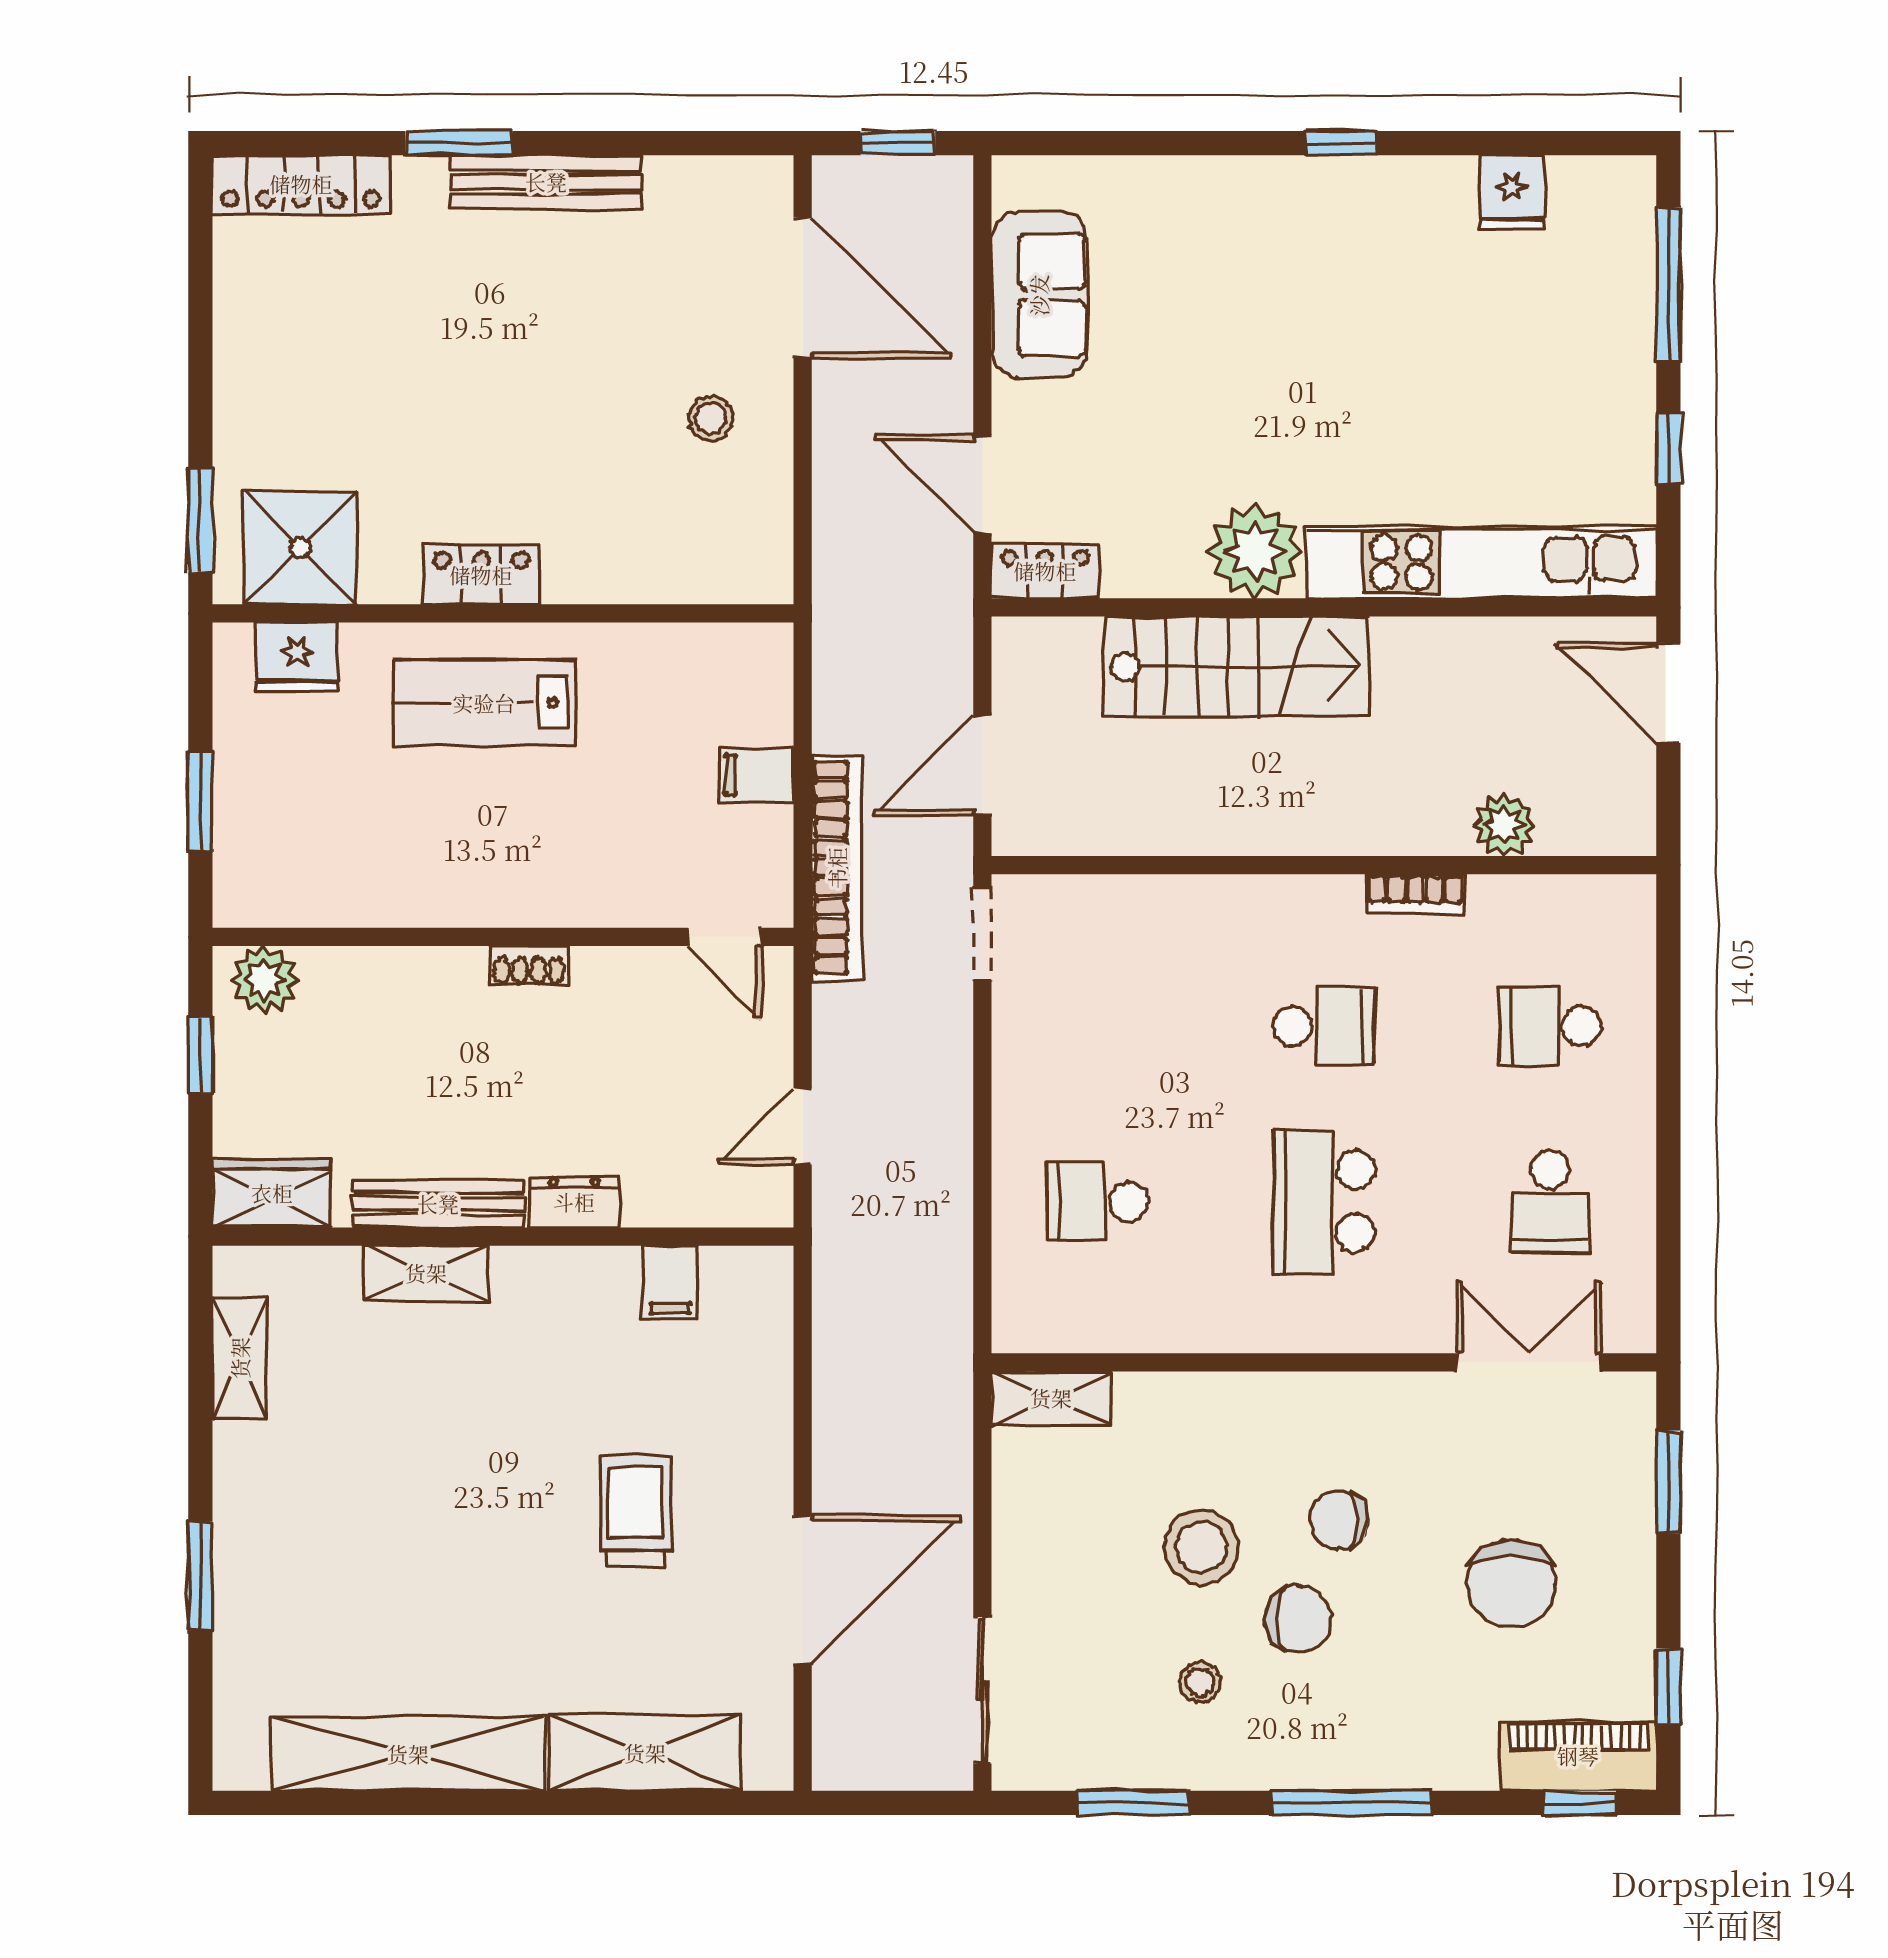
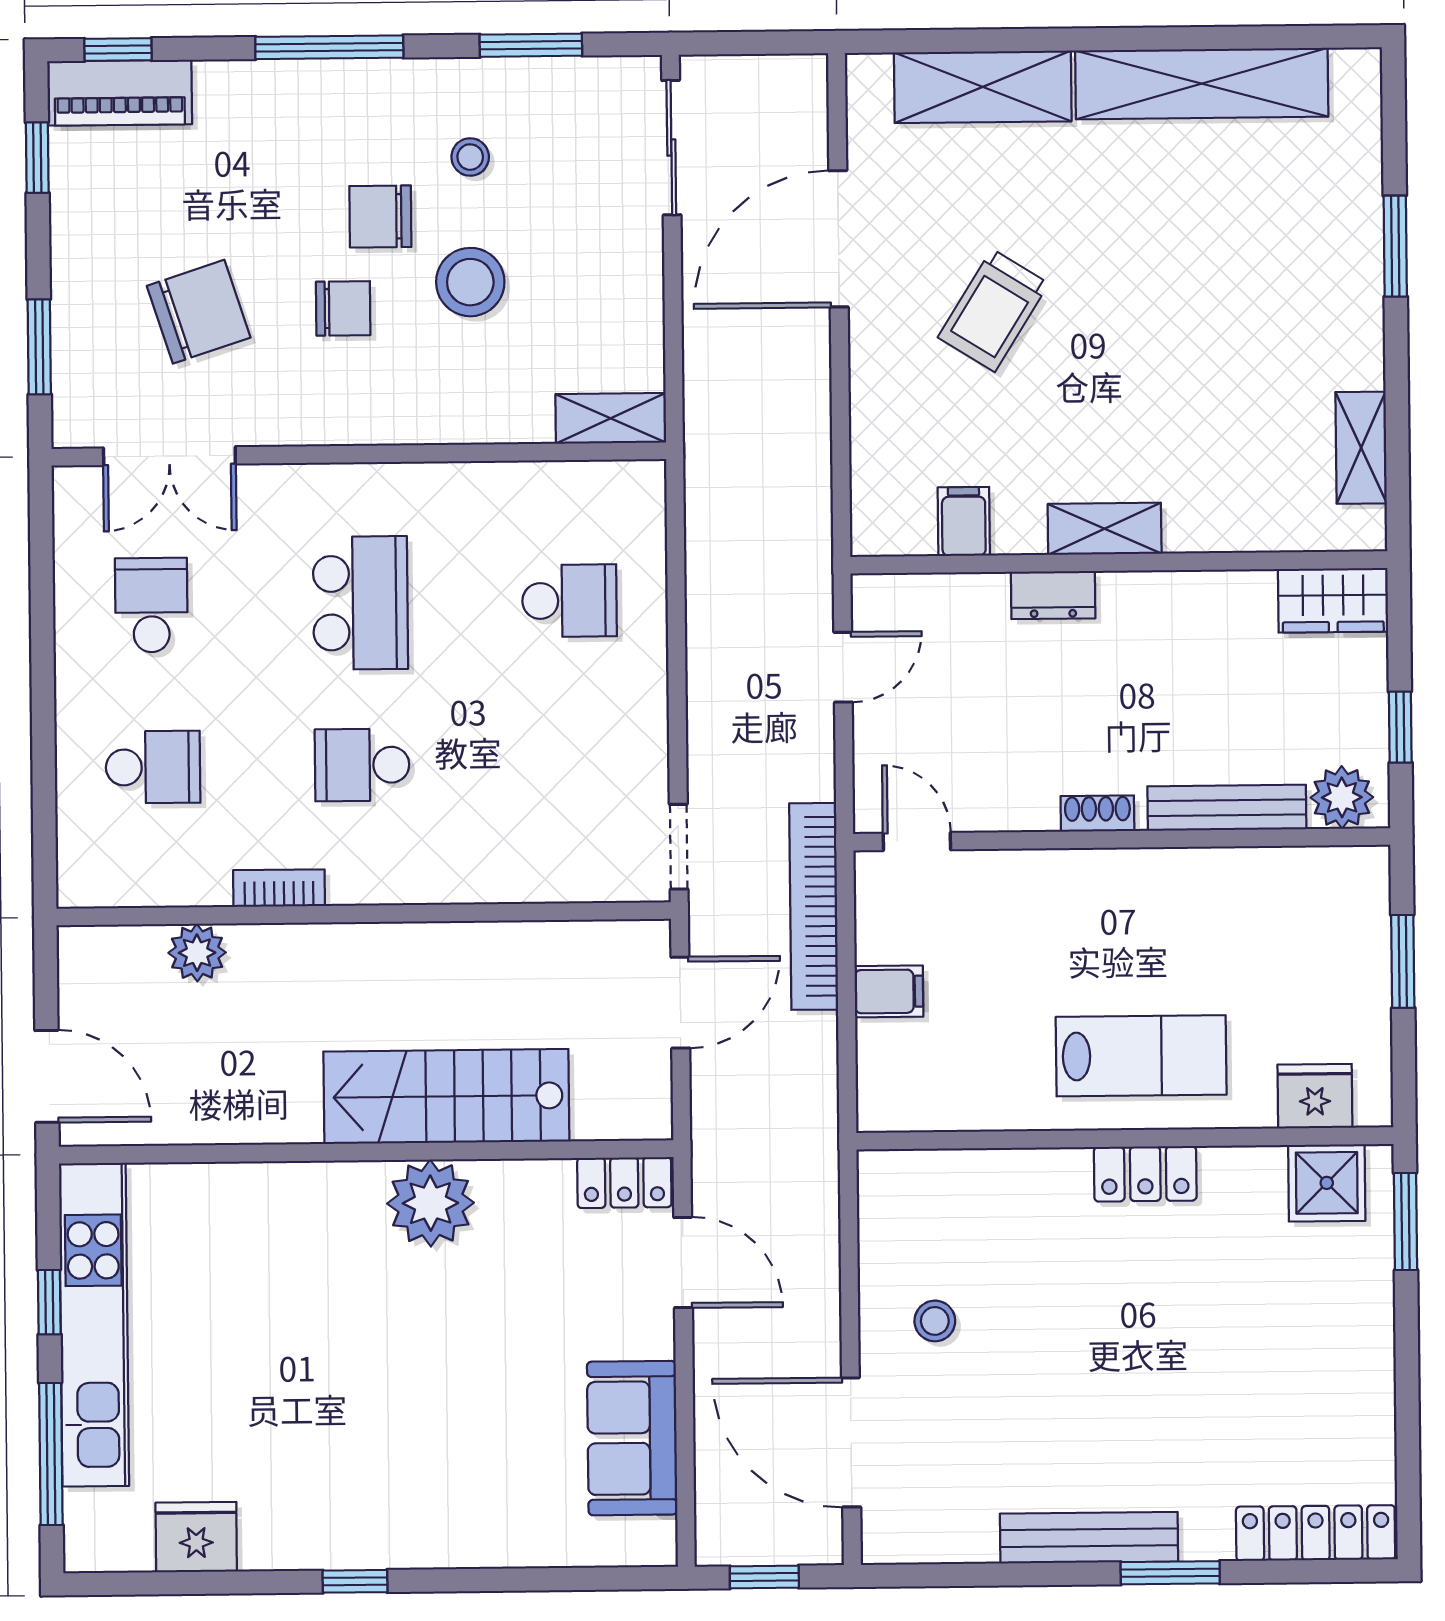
fridge: (1512, 193) -> (196, 1537), width x1.38
shower: (300, 548) -> (1327, 1183), width x0.73, depth x0.73
kitchen unit: (1482, 562) -> (94, 1325), moved, turned -90
bench: (438, 1204) -> (1227, 808), moved
shelving: (426, 1273) -> (1105, 529), moved
trolley: (636, 1511) -> (993, 310), turned 32
chair: (1511, 1584) -> (199, 312), moved, turned 72

